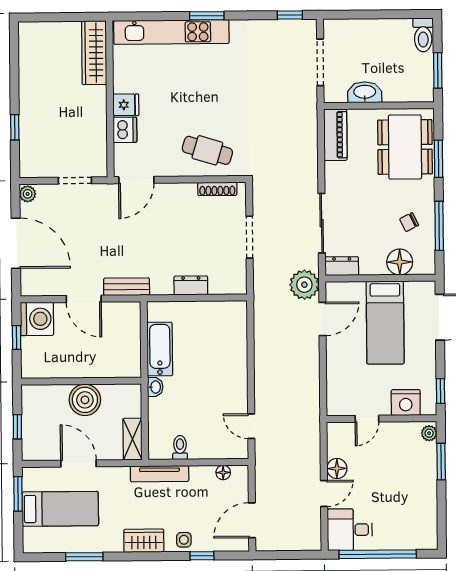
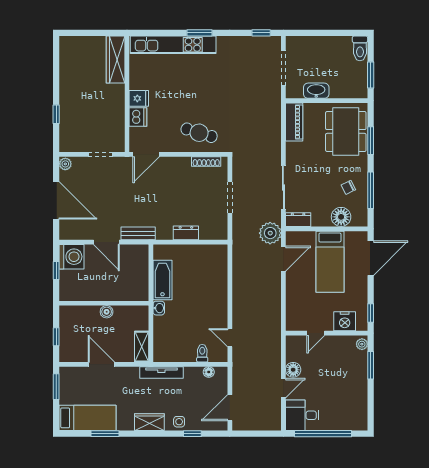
boiler: (85, 400) -> (107, 312), width x0.54, depth x0.54
toilet: (180, 448) -> (202, 353), moved
bed: (60, 509) -> (88, 418), moved

